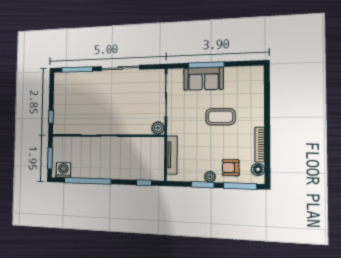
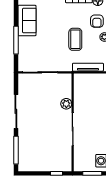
sofa: (203, 79) -> (27, 20), moved
coffee table: (220, 117) -> (75, 39), moved
plant: (158, 128) -> (66, 104), moved

